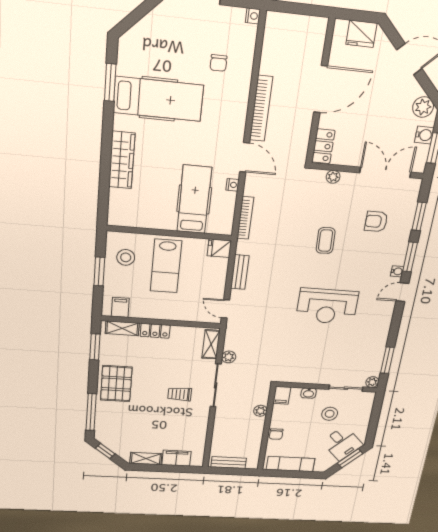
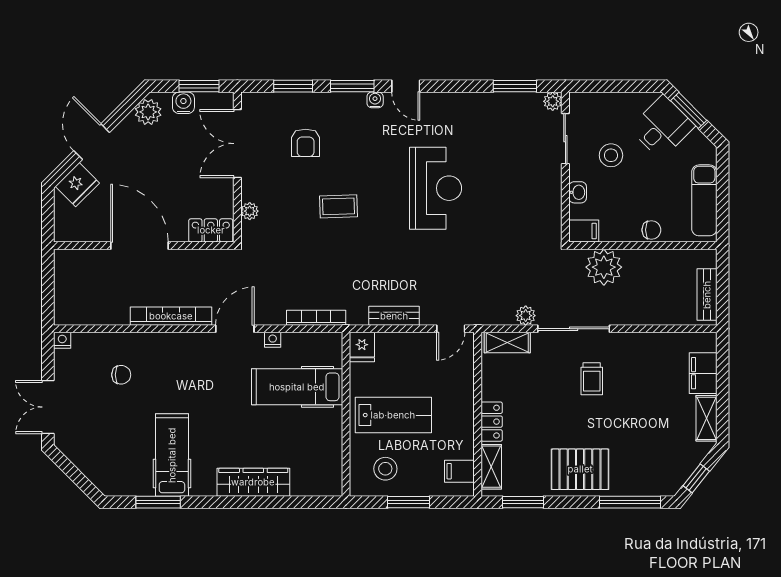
fridge: (361, 34) -> (77, 185), moved, turned 45
hospital bed: (158, 99) -> (172, 455), width x0.73, depth x0.78
plant: (260, 411) -> (604, 267), width x1.87, depth x1.87

